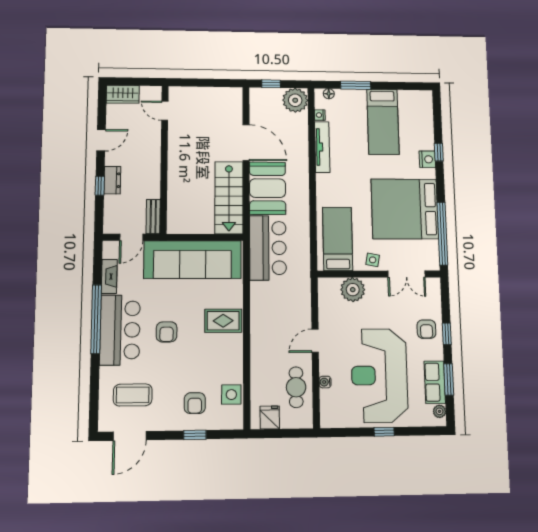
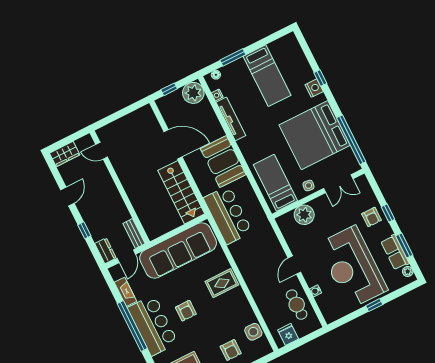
dresser: (112, 180) -> (106, 251), moved
booth: (267, 188) -> (223, 162), moved

